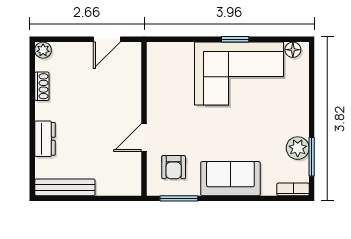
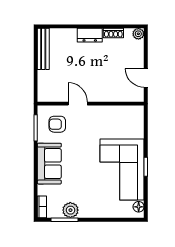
dresser: (45, 139) -> (90, 35), moved

